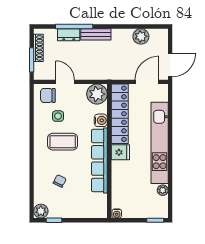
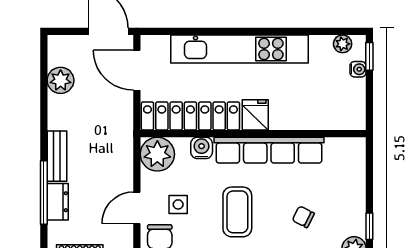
side table: (58, 116) -> (178, 204), moved
plant: (163, 190) -> (343, 44), moved
water cooler: (117, 213) -> (358, 69), moved

